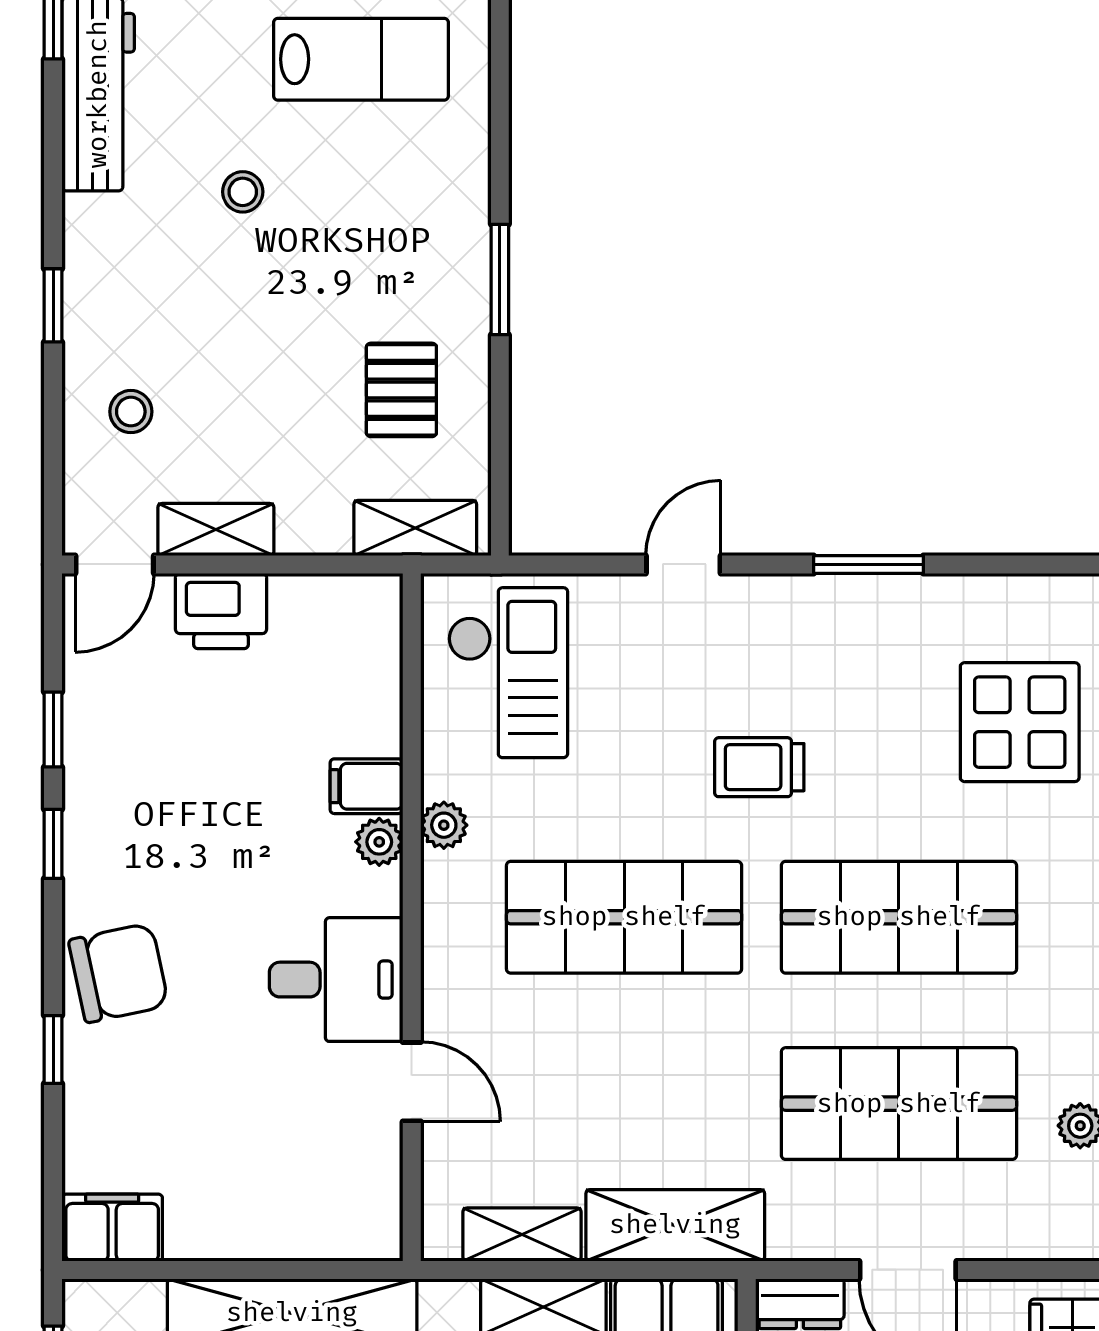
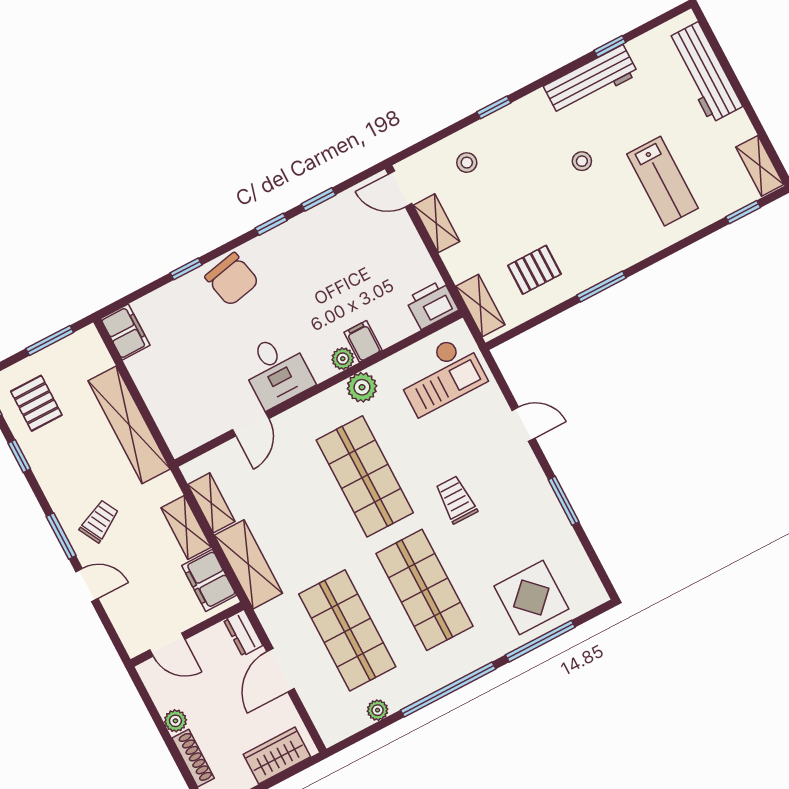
printer: (221, 611) -> (432, 304), moved, turned 90
plant: (444, 825) -> (362, 387), width x1.38, depth x1.38

